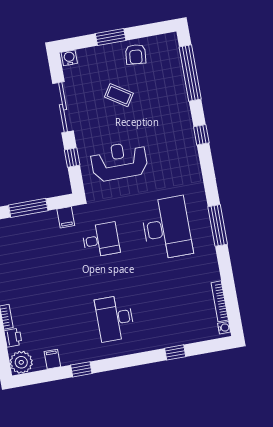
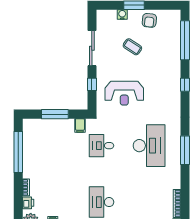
water cooler: (69, 58) -> (122, 15), moved
reception desk: (119, 161) -> (124, 93), turned 180
desk: (101, 240) -> (102, 146), turned 180

